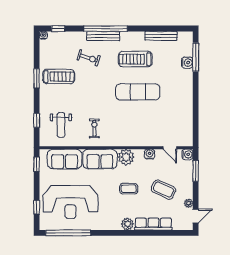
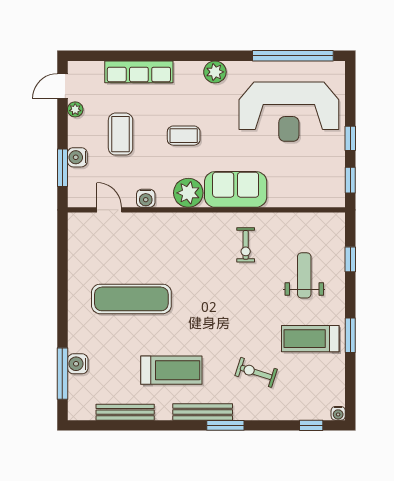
window: (106, 29) -> (225, 425), width x0.47
bench: (103, 36) -> (203, 412), moved
exercise mat: (138, 92) -> (131, 299), moved
weight bench: (61, 125) -> (304, 275), moved
water cooler: (187, 154) -> (77, 157), moved
sofa: (65, 159) -> (299, 189), removed
coffee table: (164, 190) -> (121, 134), turned 65
reception desk: (70, 202) -> (289, 112), turned 180
window: (37, 207) -> (350, 138), moved
plant: (128, 224) -> (215, 72), moved

